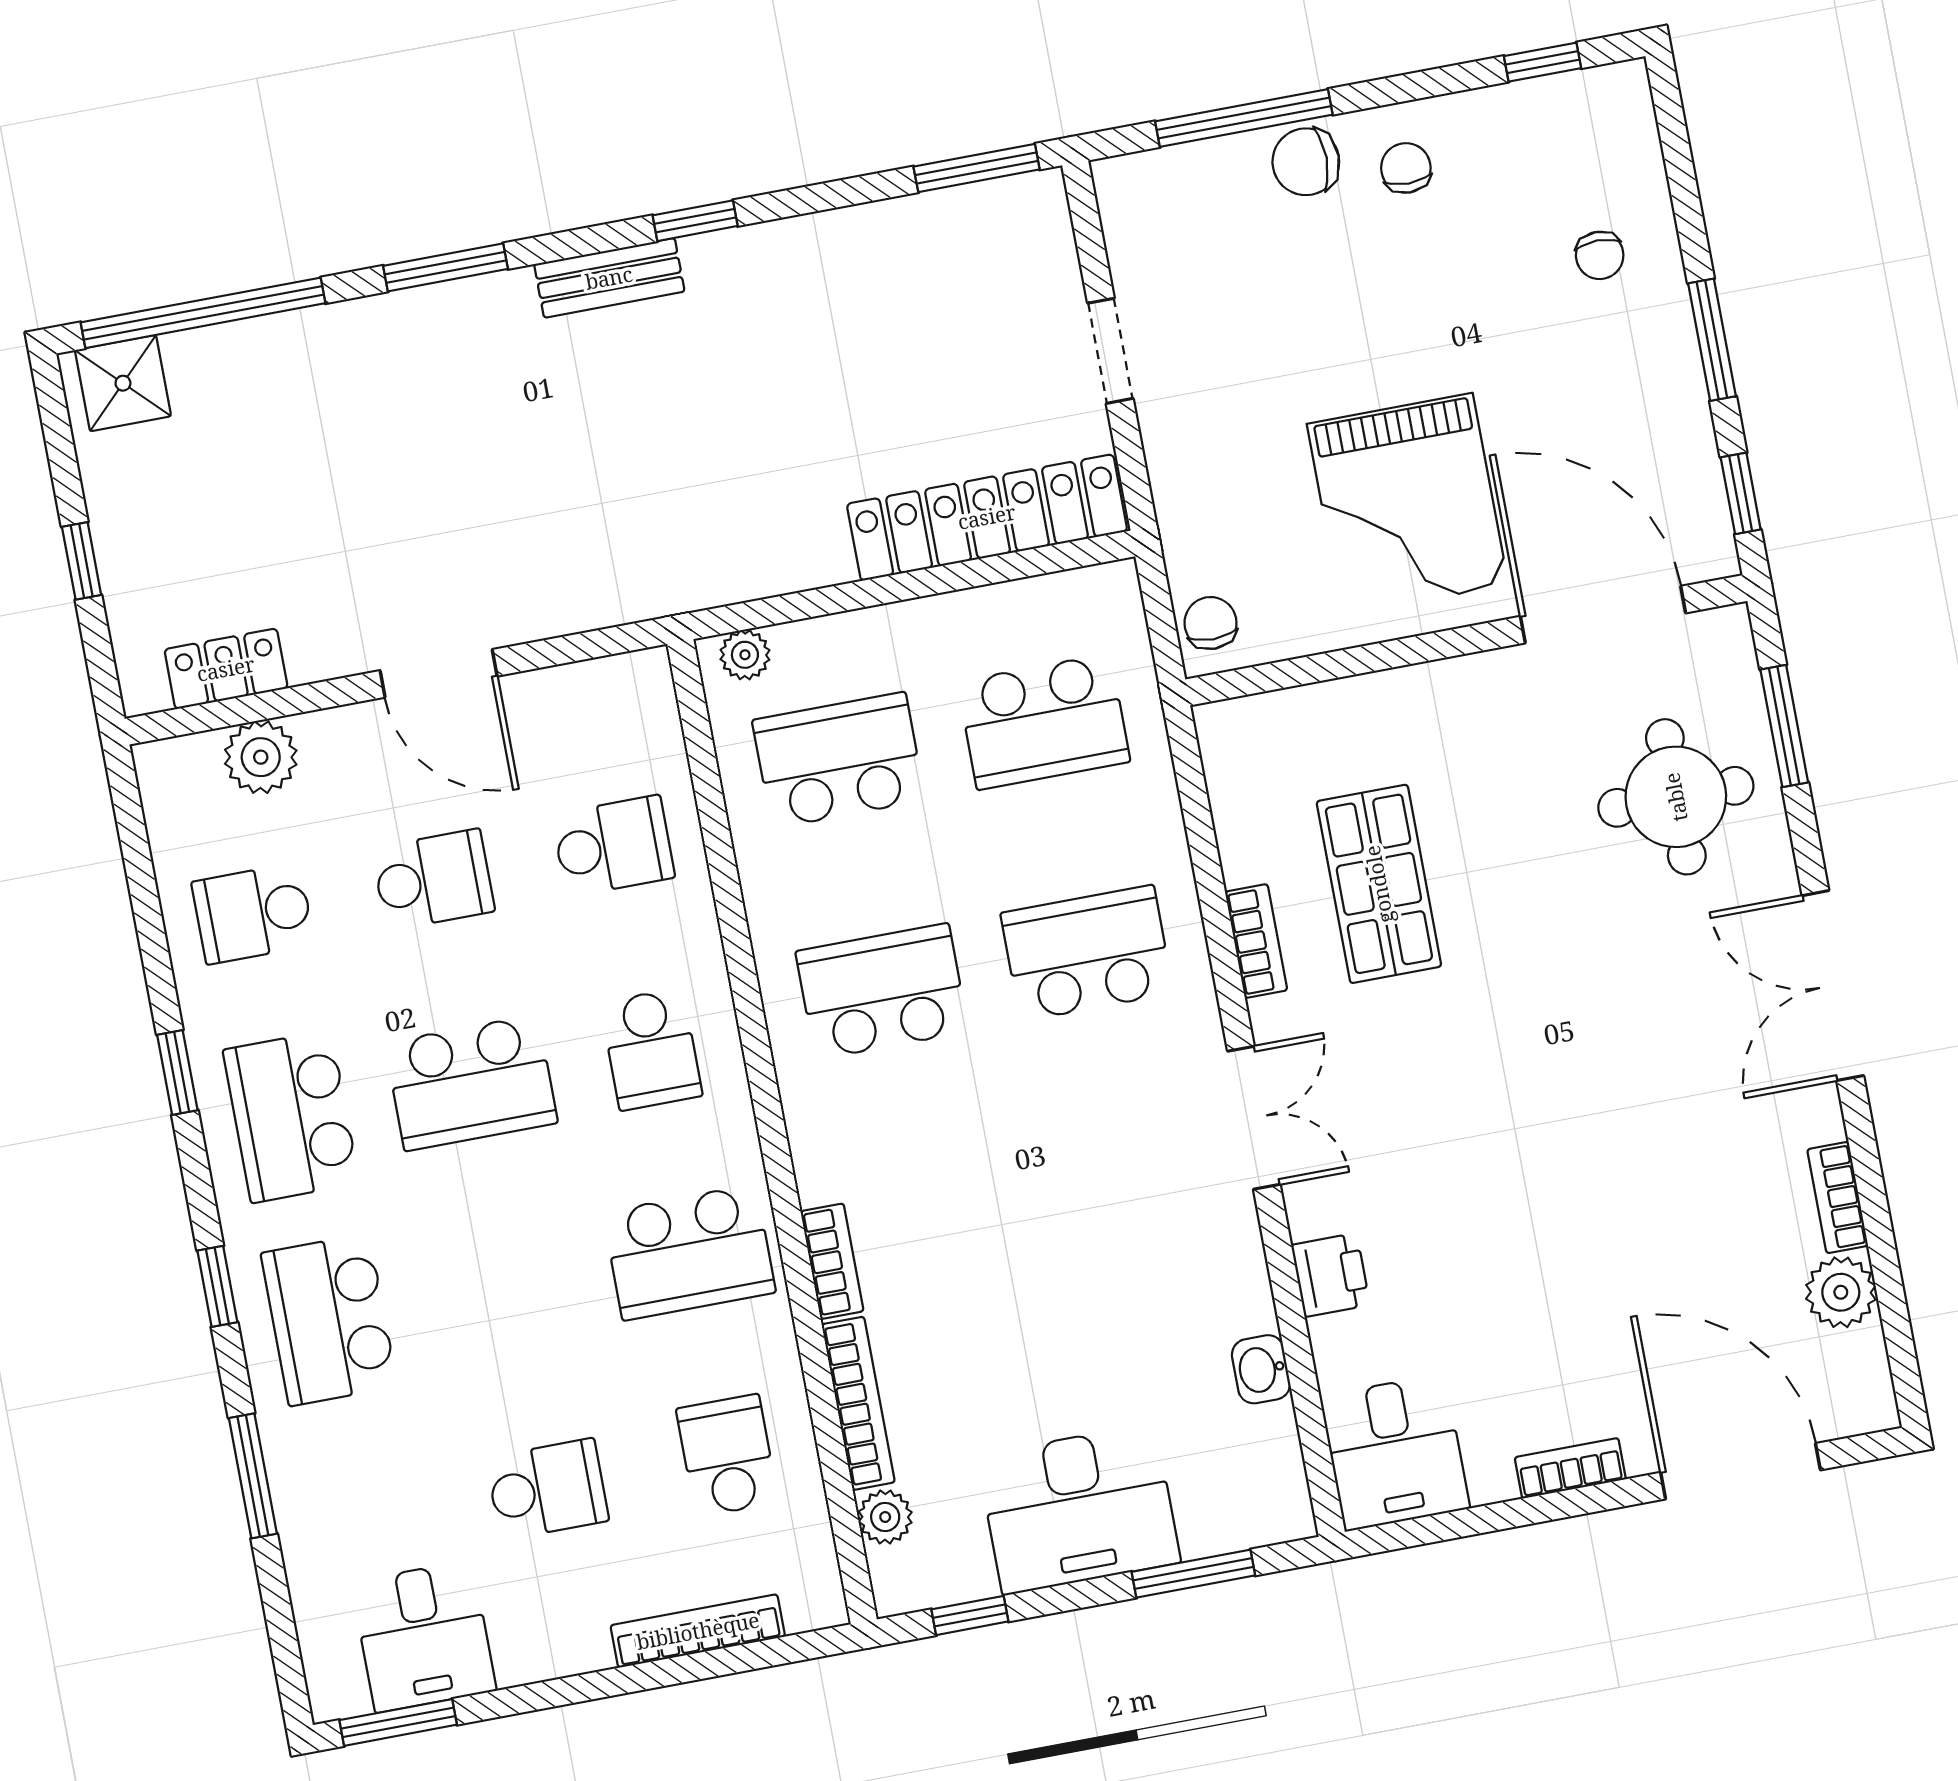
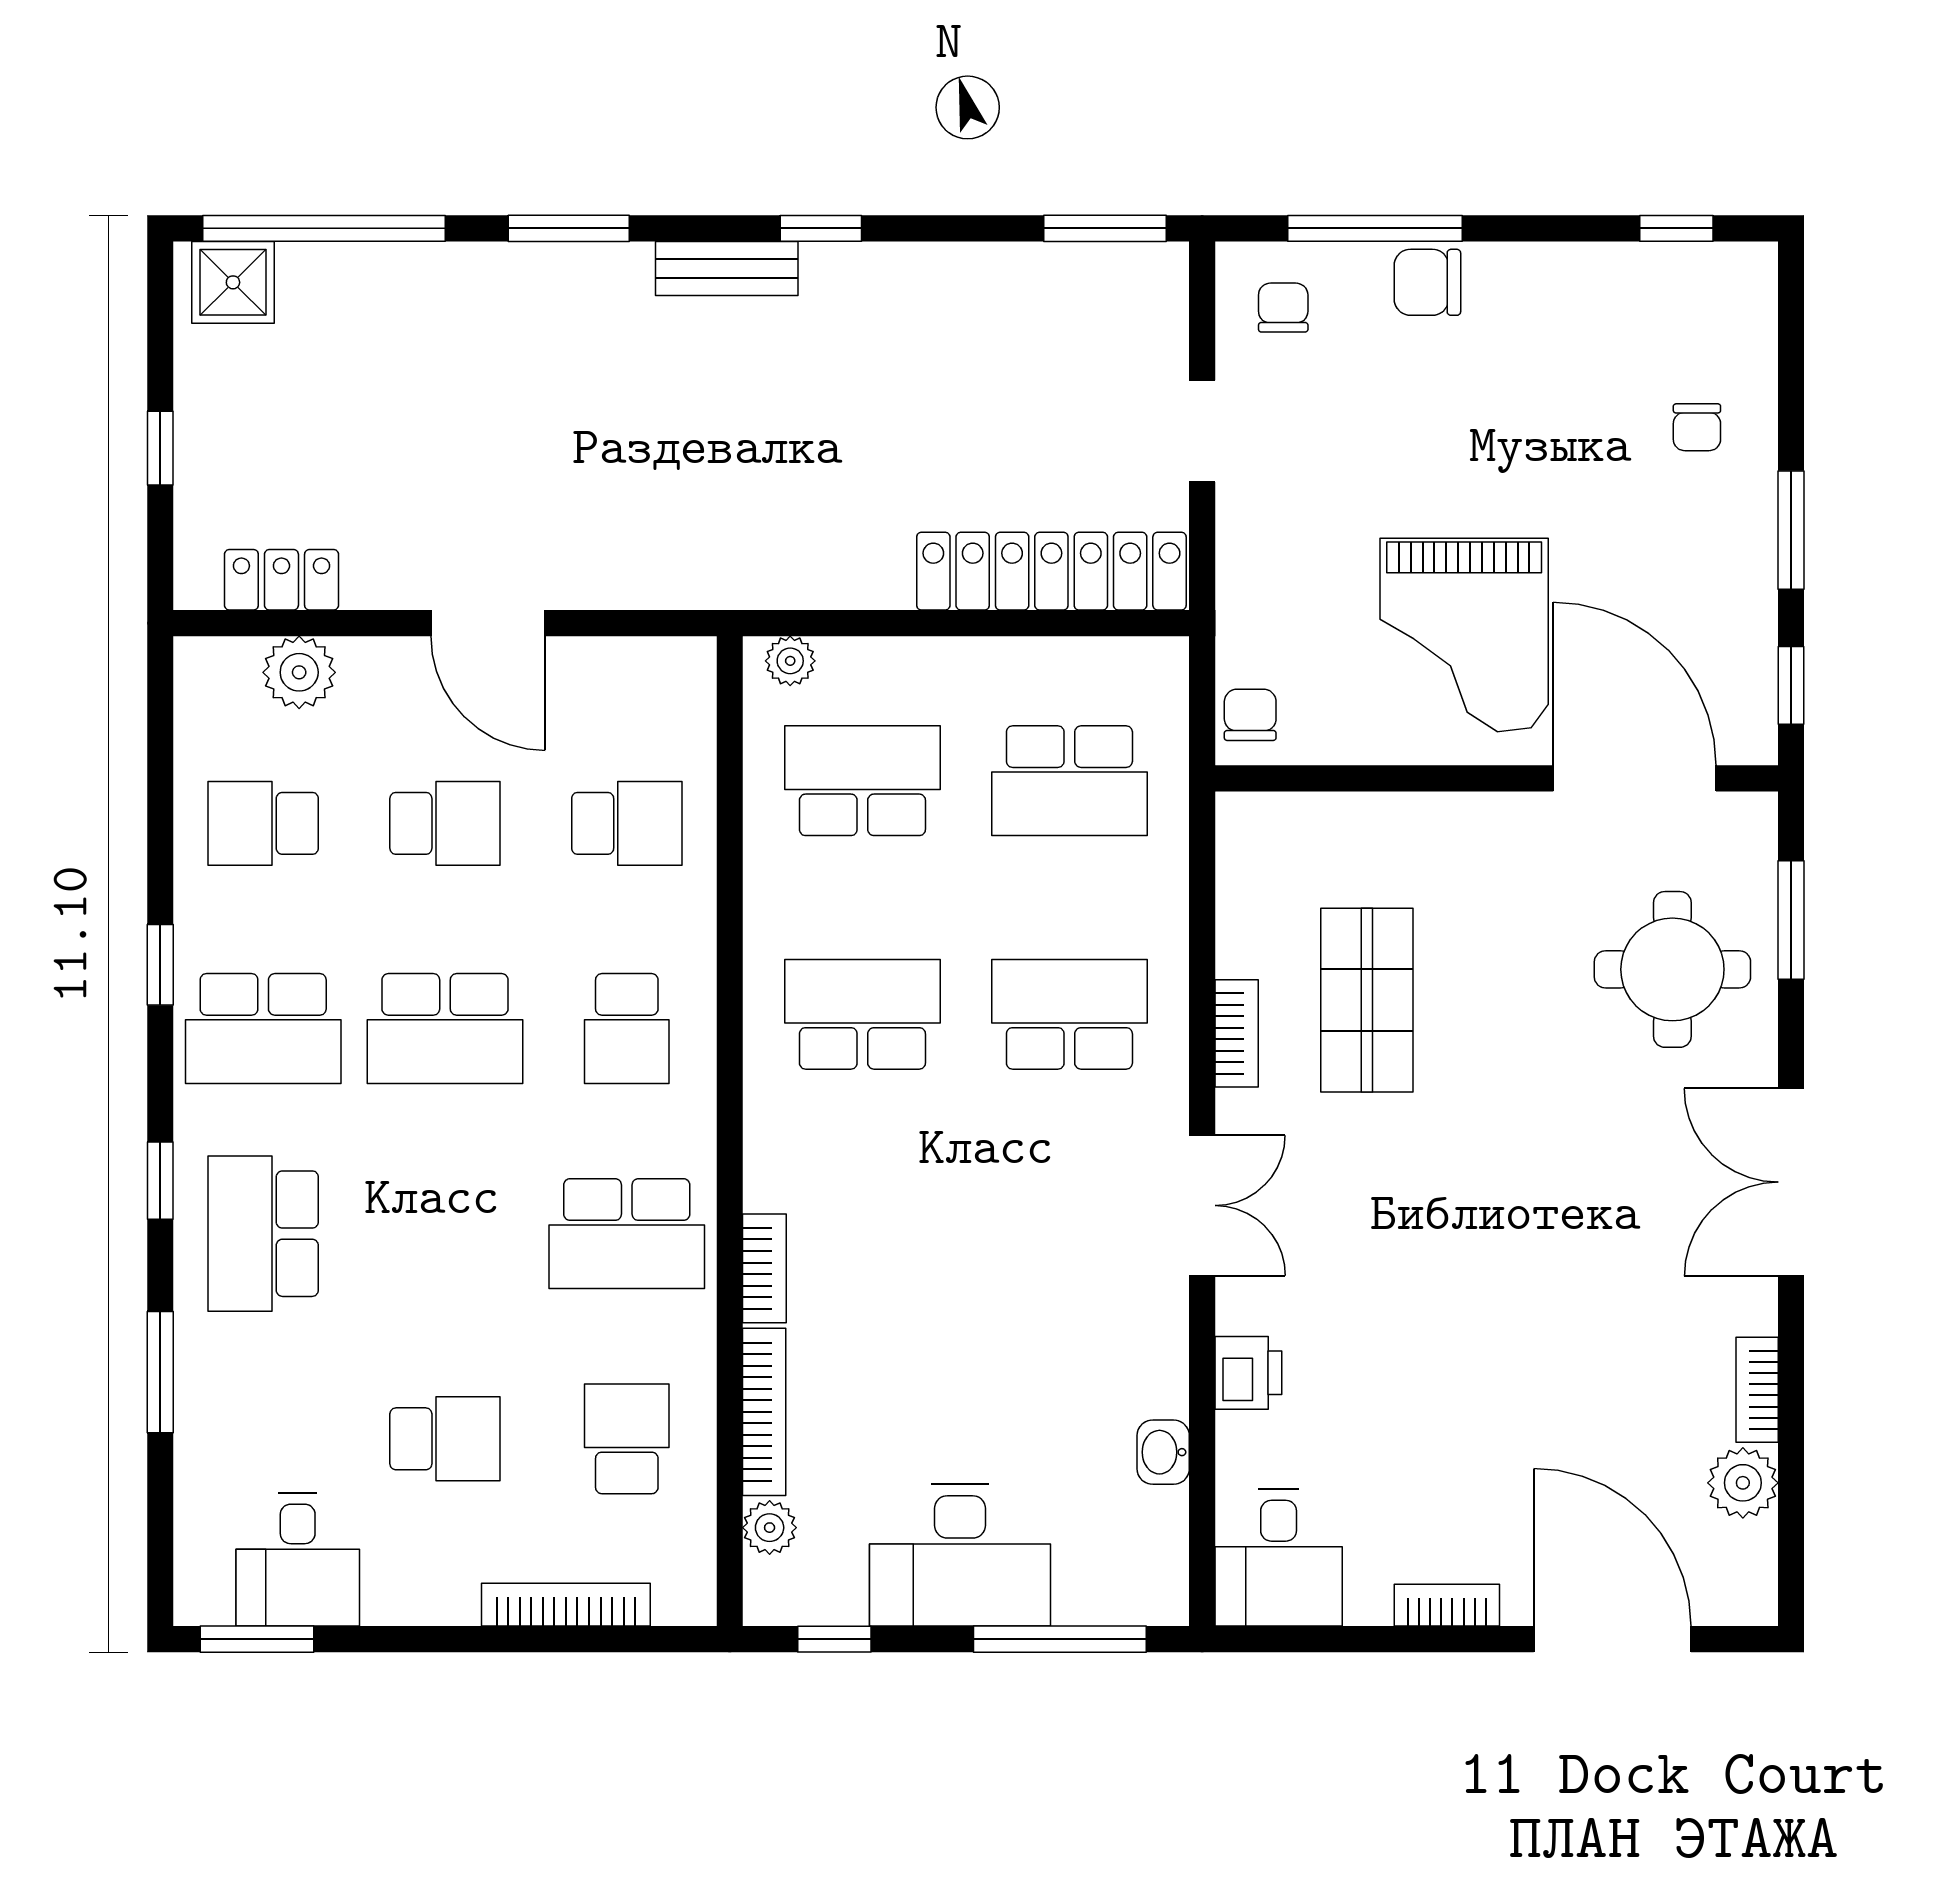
chair: (1406, 168) -> (1283, 308), moved
school desk: (291, 1117) -> (263, 1029), turned -90
window: (1193, 1574) -> (1060, 1639), width x1.44

